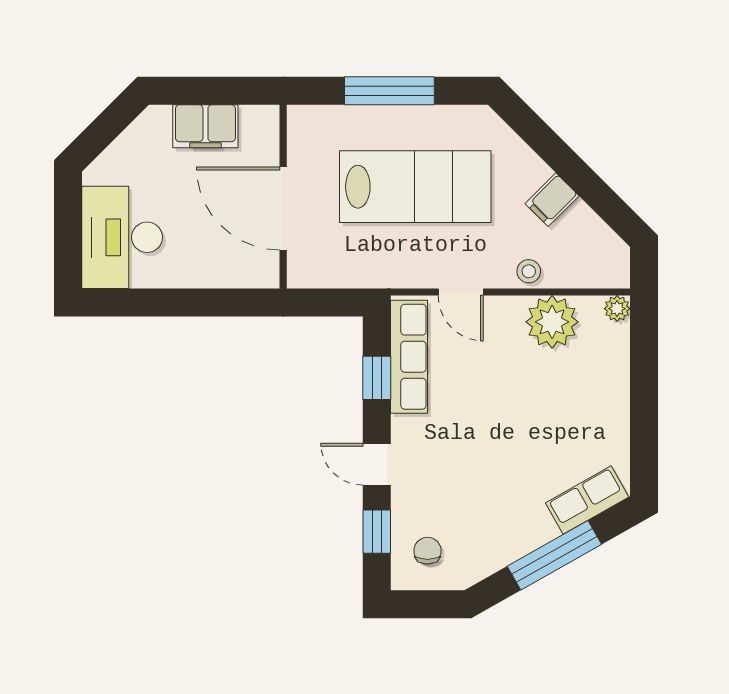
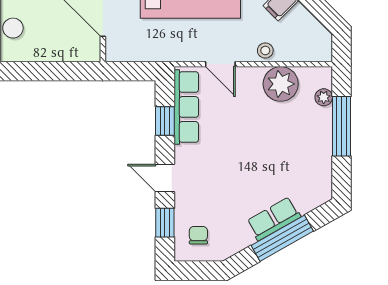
plant: (617, 309) -> (324, 97), moved
window: (644, 386) -> (342, 126), added
row of seats: (587, 500) -> (274, 219), moved

